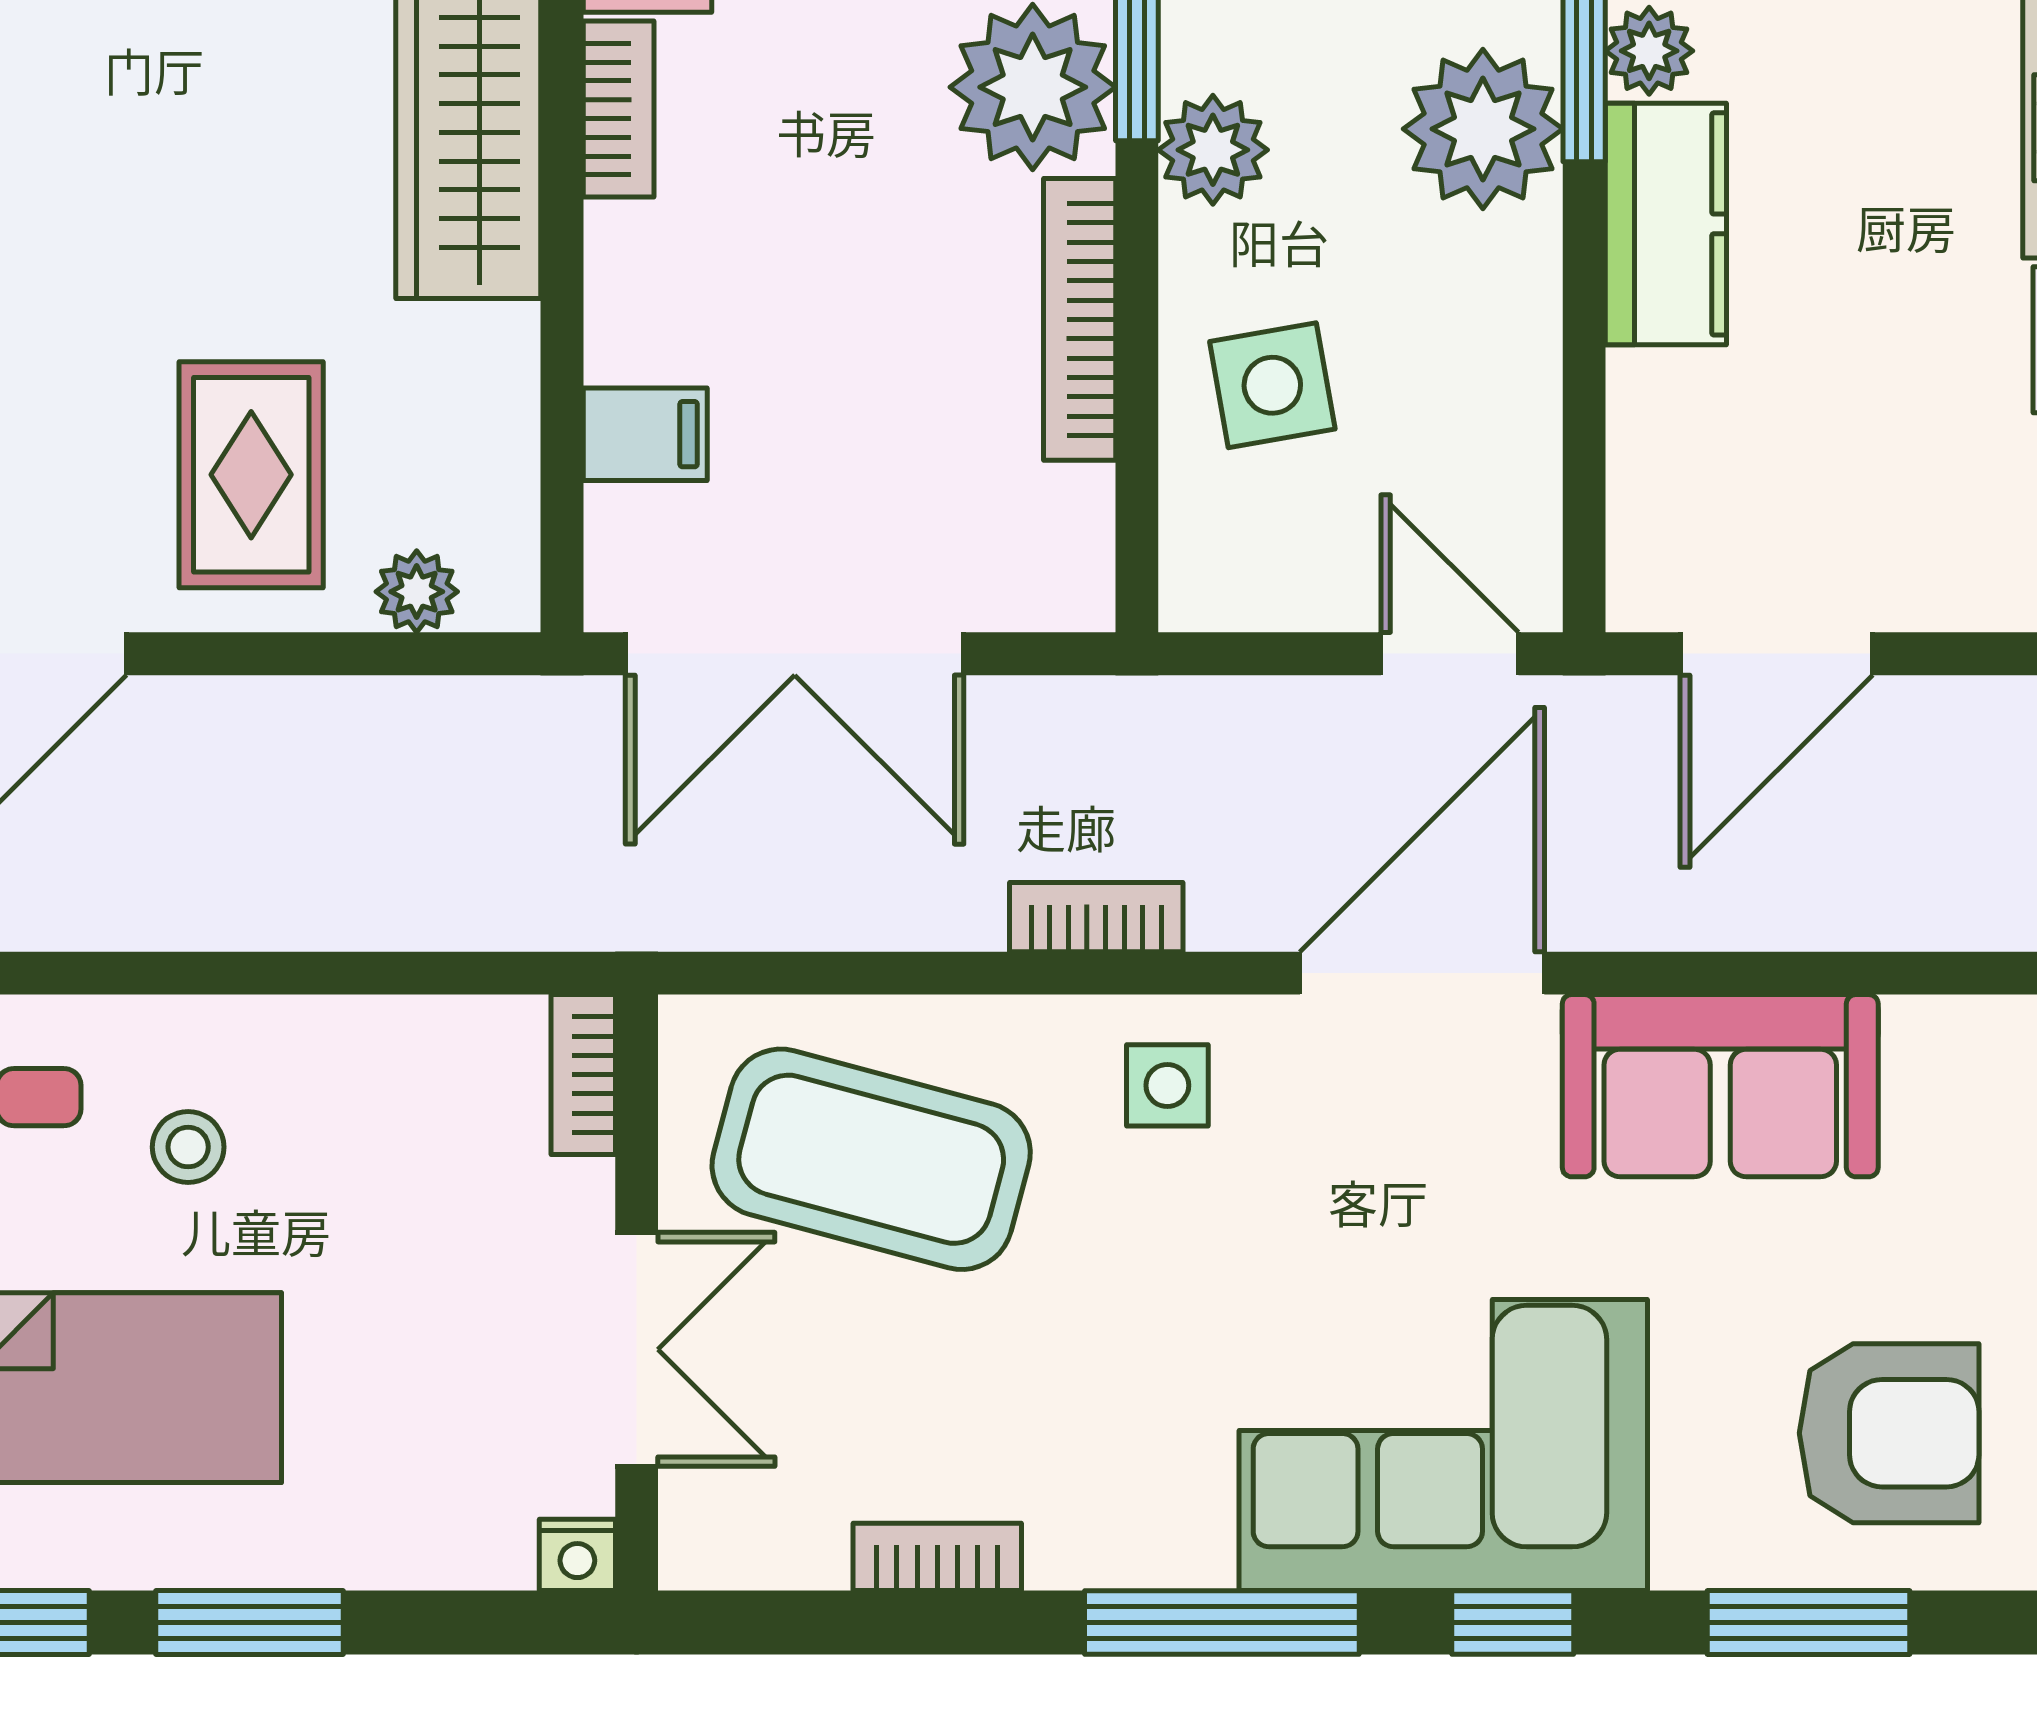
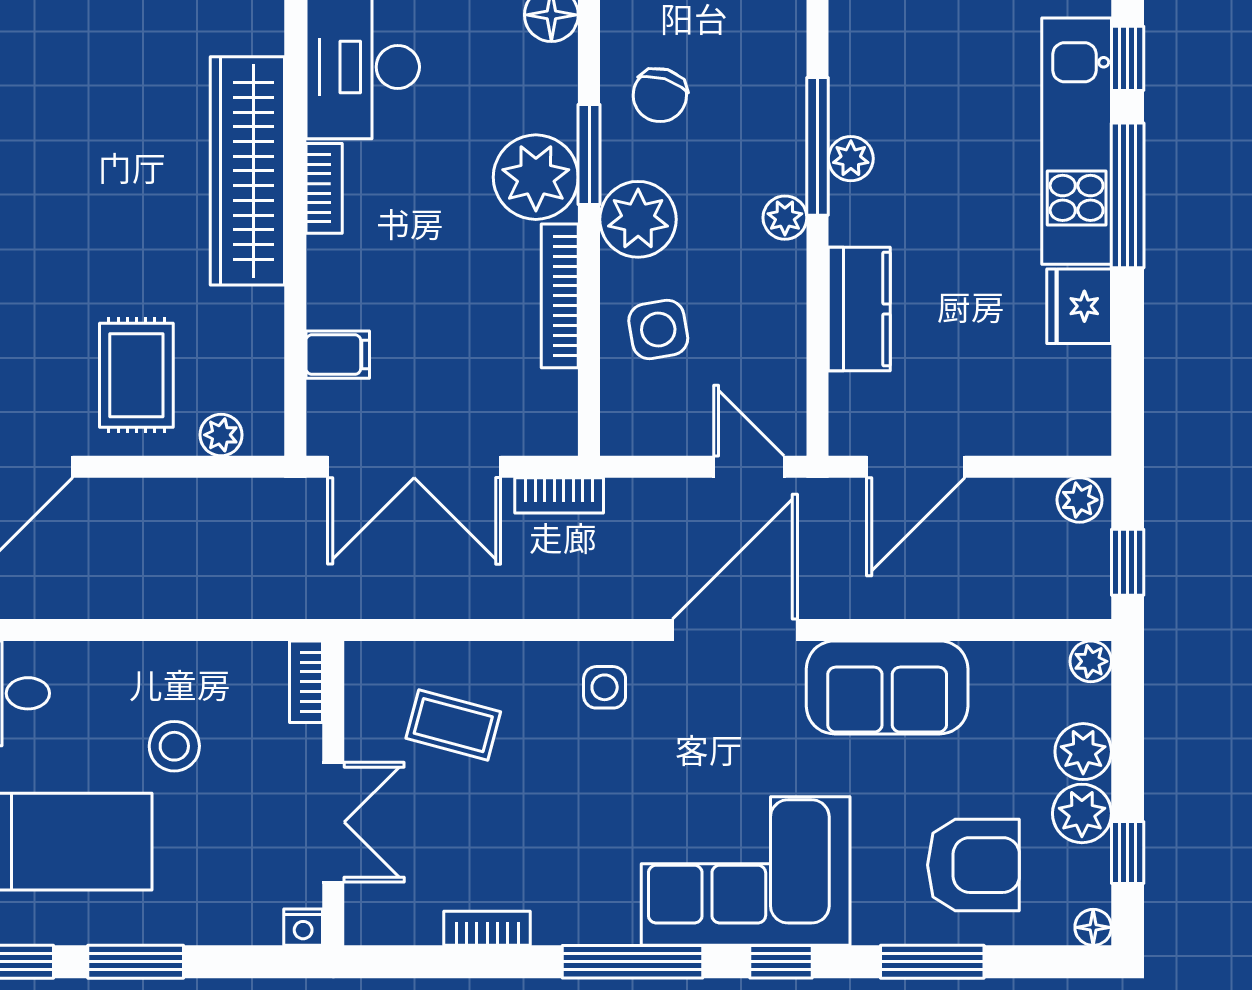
plant: (1483, 129) -> (785, 218), width x0.53, depth x0.53
plant: (1213, 150) -> (638, 219), width x1.36, depth x1.36
kitchen counter: (1666, 224) -> (859, 309), moved
bookcase: (1096, 917) -> (559, 495), moved, turned 180
stool: (188, 1147) -> (174, 746), moved, width x1.37, depth x1.37
coffee table: (871, 1159) -> (453, 725), width x0.54, depth x0.58

